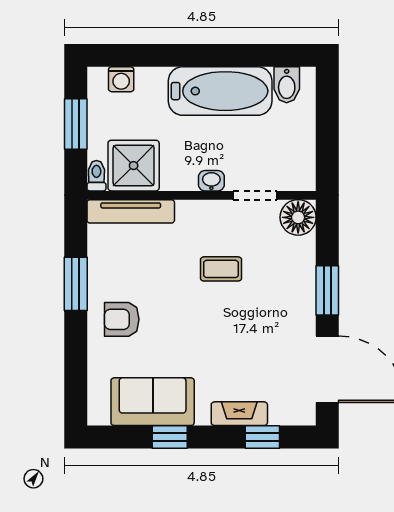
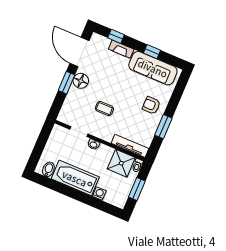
washing machine: (121, 79) -> (99, 193), moved
floor lamp: (298, 217) -> (81, 81), moved
armchair: (122, 319) -> (151, 105), turned 180
sofa: (153, 402) -> (153, 68), width x1.36

